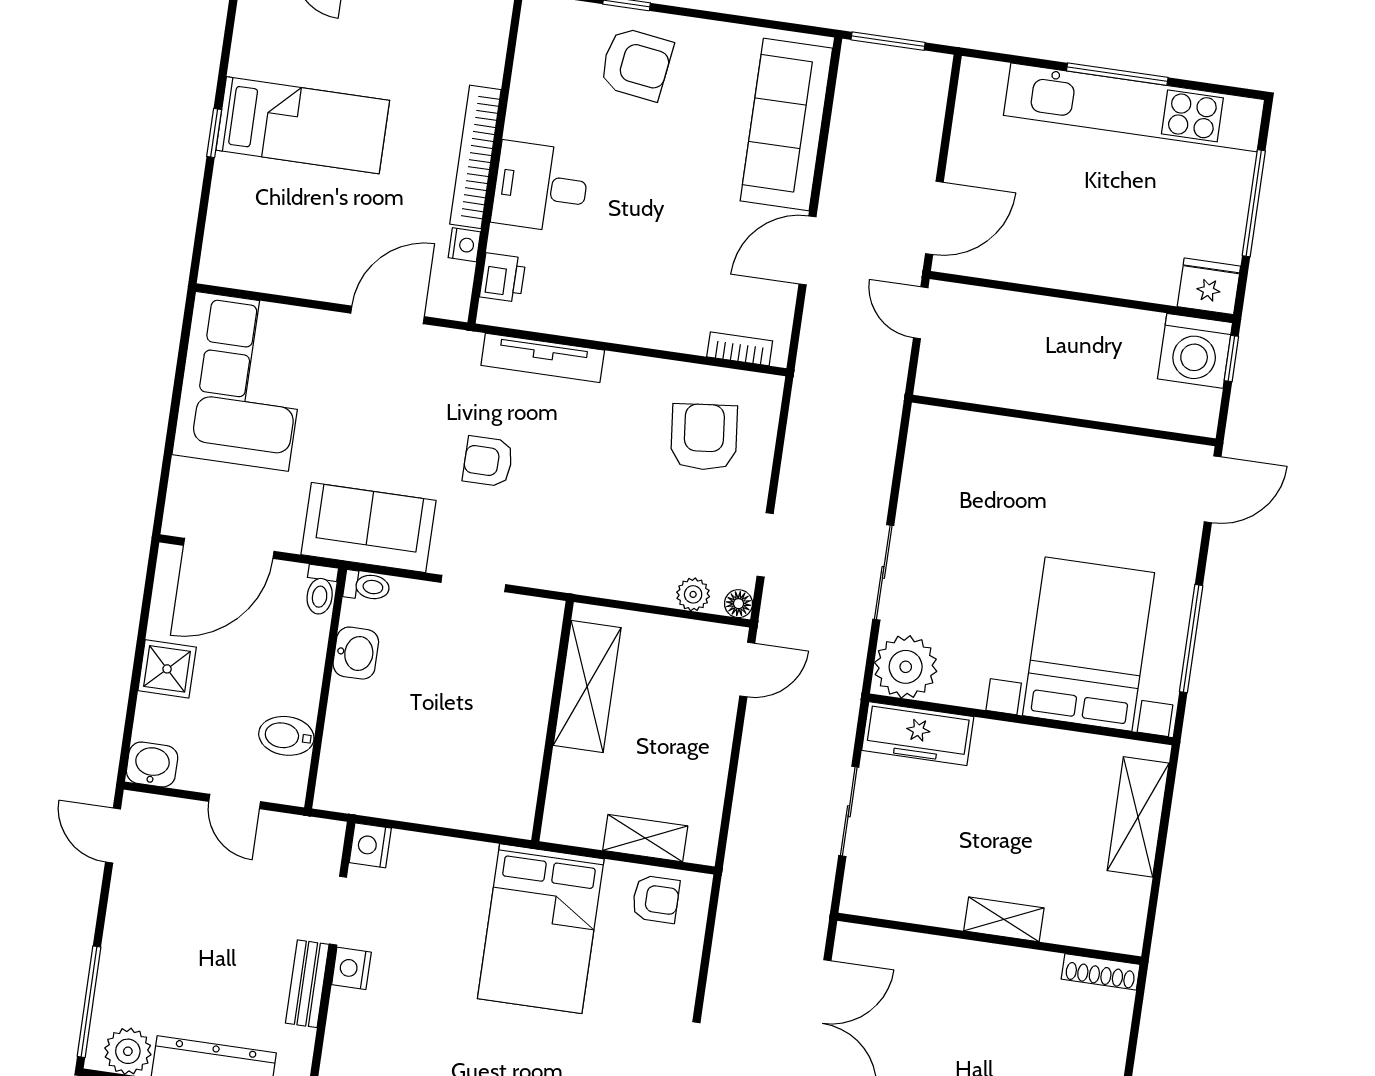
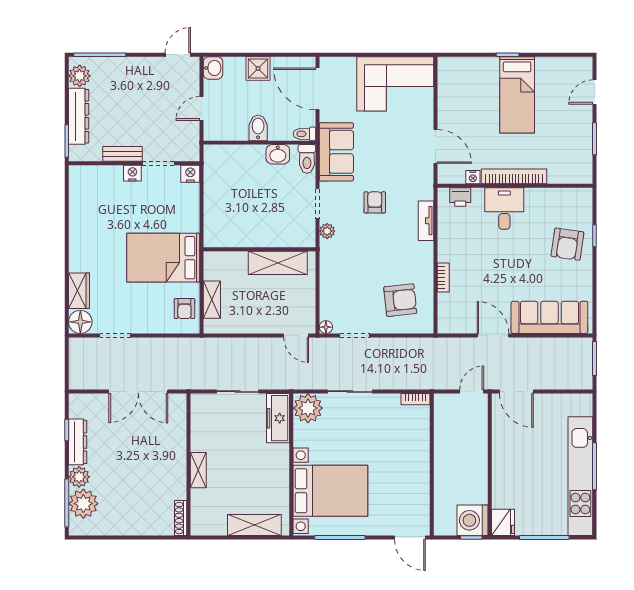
bookcase: (740, 349) -> (443, 278), moved
tv unit: (543, 358) -> (426, 221), width x0.71
bookcase: (920, 435) -> (416, 399), added
toilet: (367, 586) -> (307, 159), width x1.37, depth x1.39
plant: (693, 594) -> (327, 231), moved
bidet: (286, 736) -> (258, 128), moved

